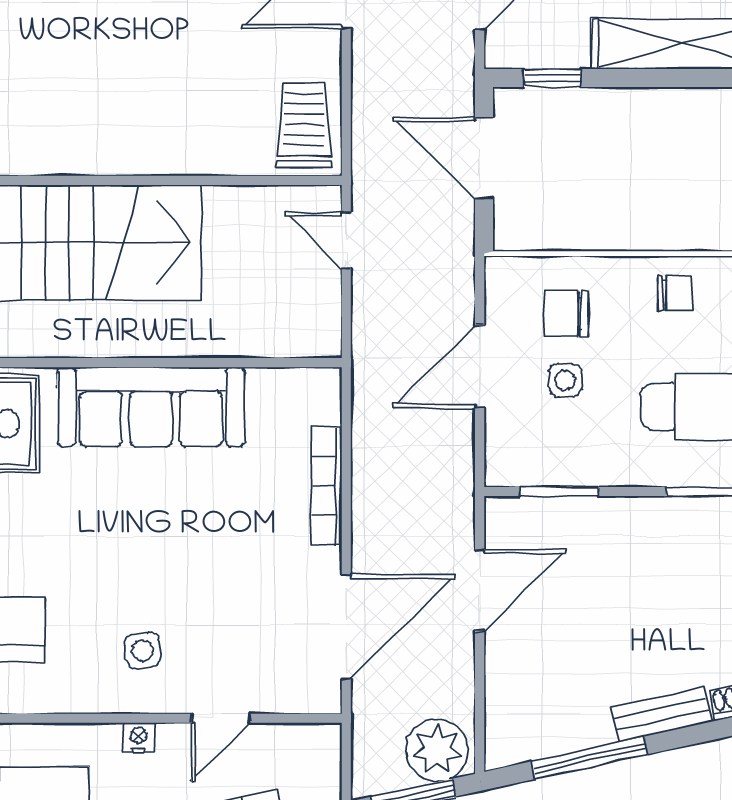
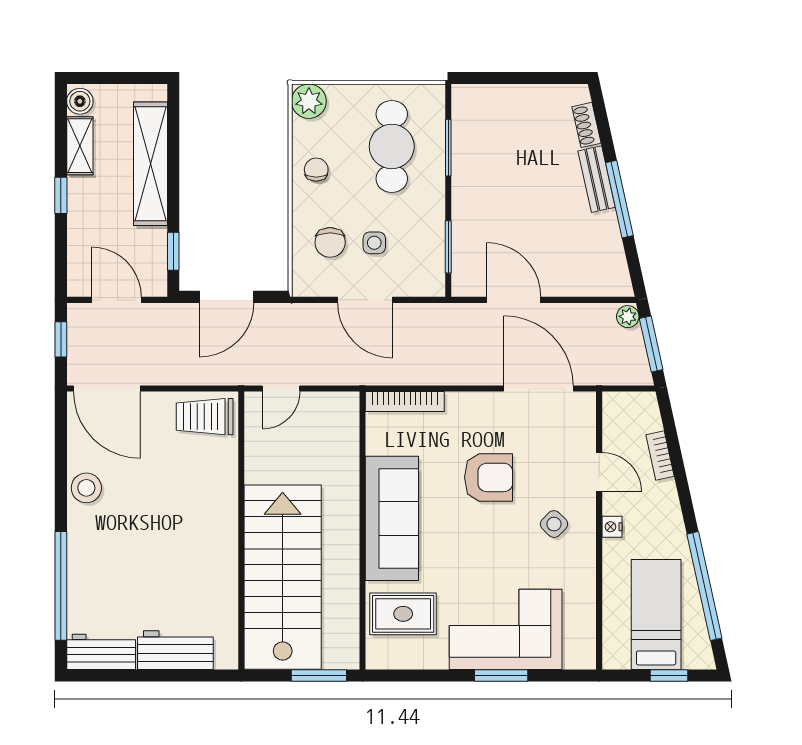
bookcase: (327, 486) -> (405, 402), moved
armchair: (213, 552) -> (489, 477), added
side table: (143, 650) -> (554, 524), turned -38
plant: (437, 750) -> (628, 317), width x0.53, depth x0.53
window: (590, 758) -> (619, 199), moved

